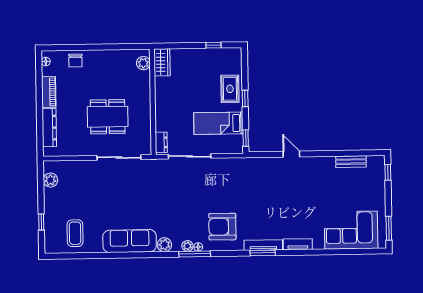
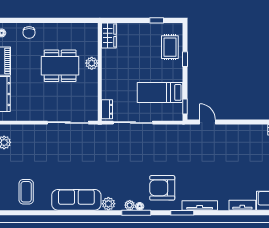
plant: (143, 63) -> (92, 63), moved
rug: (230, 89) -> (170, 47), moved
window: (245, 98) -> (185, 59), moved
dining table: (108, 117) -> (60, 66), moved
door: (291, 154) -> (207, 122), moved
tv unit: (298, 244) -> (242, 205), moved
window: (263, 253) -> (182, 213), moved

